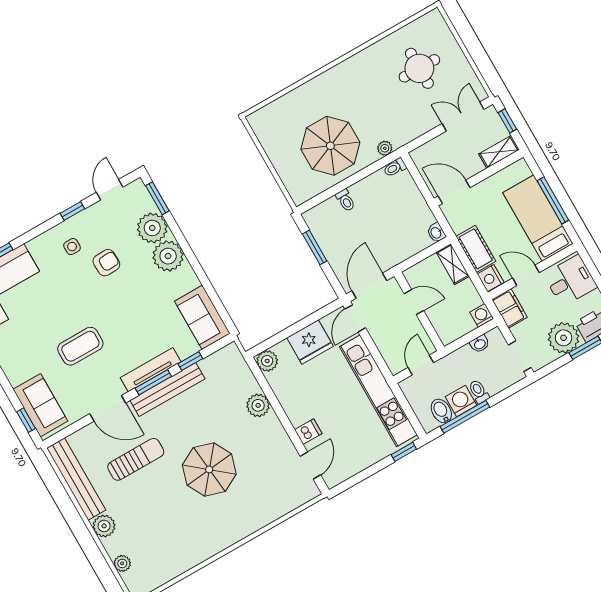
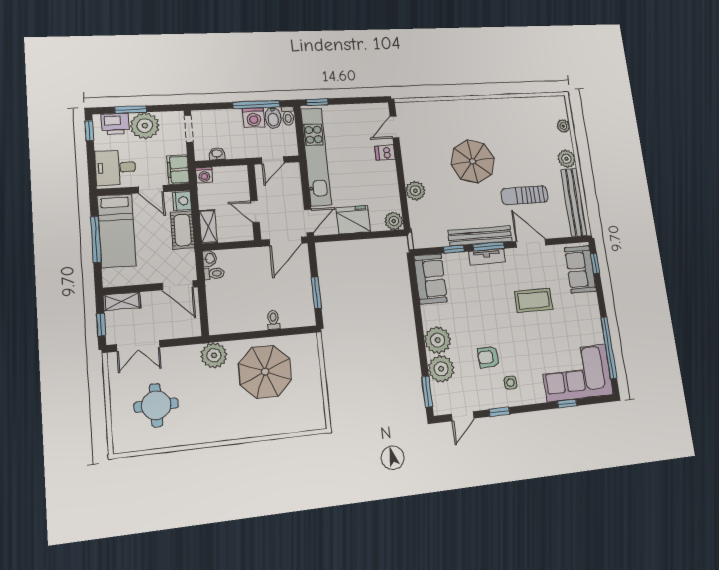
plant: (385, 148) -> (214, 355), width x1.88, depth x1.88
toilet: (395, 167) -> (214, 273), moved
tv unit: (151, 370) -> (487, 257), width x0.71
toilet: (479, 392) -> (288, 116), moved

